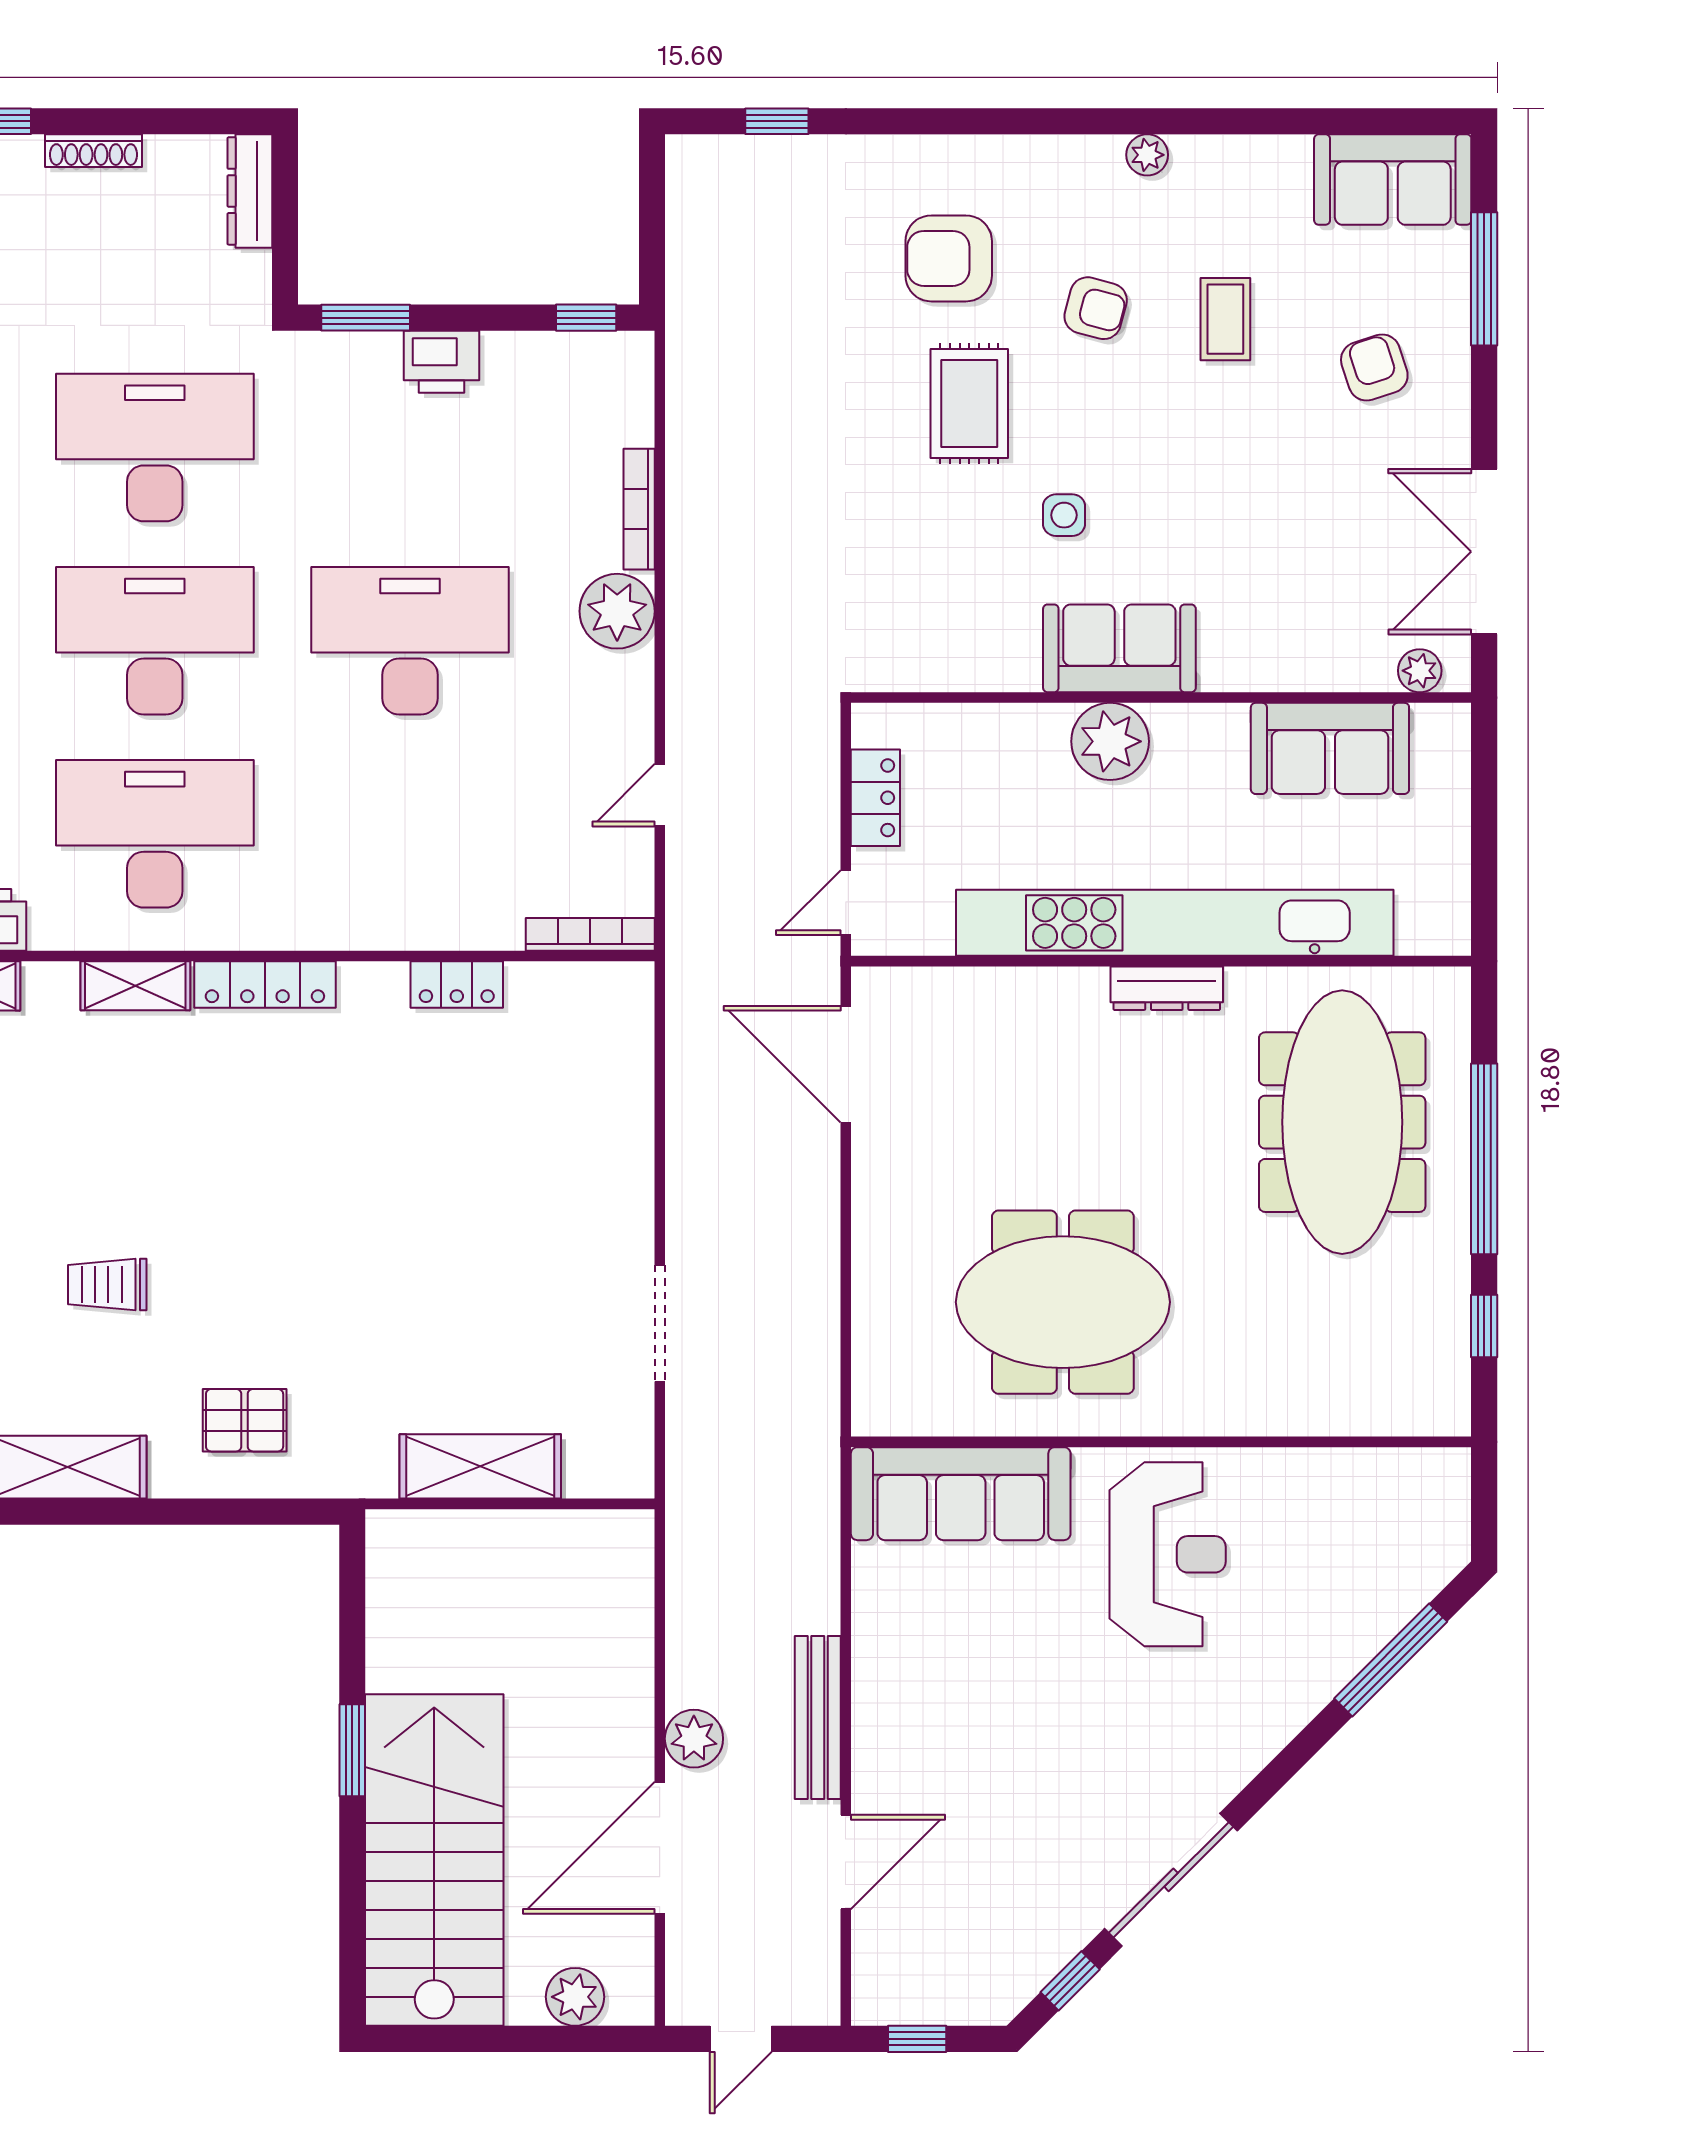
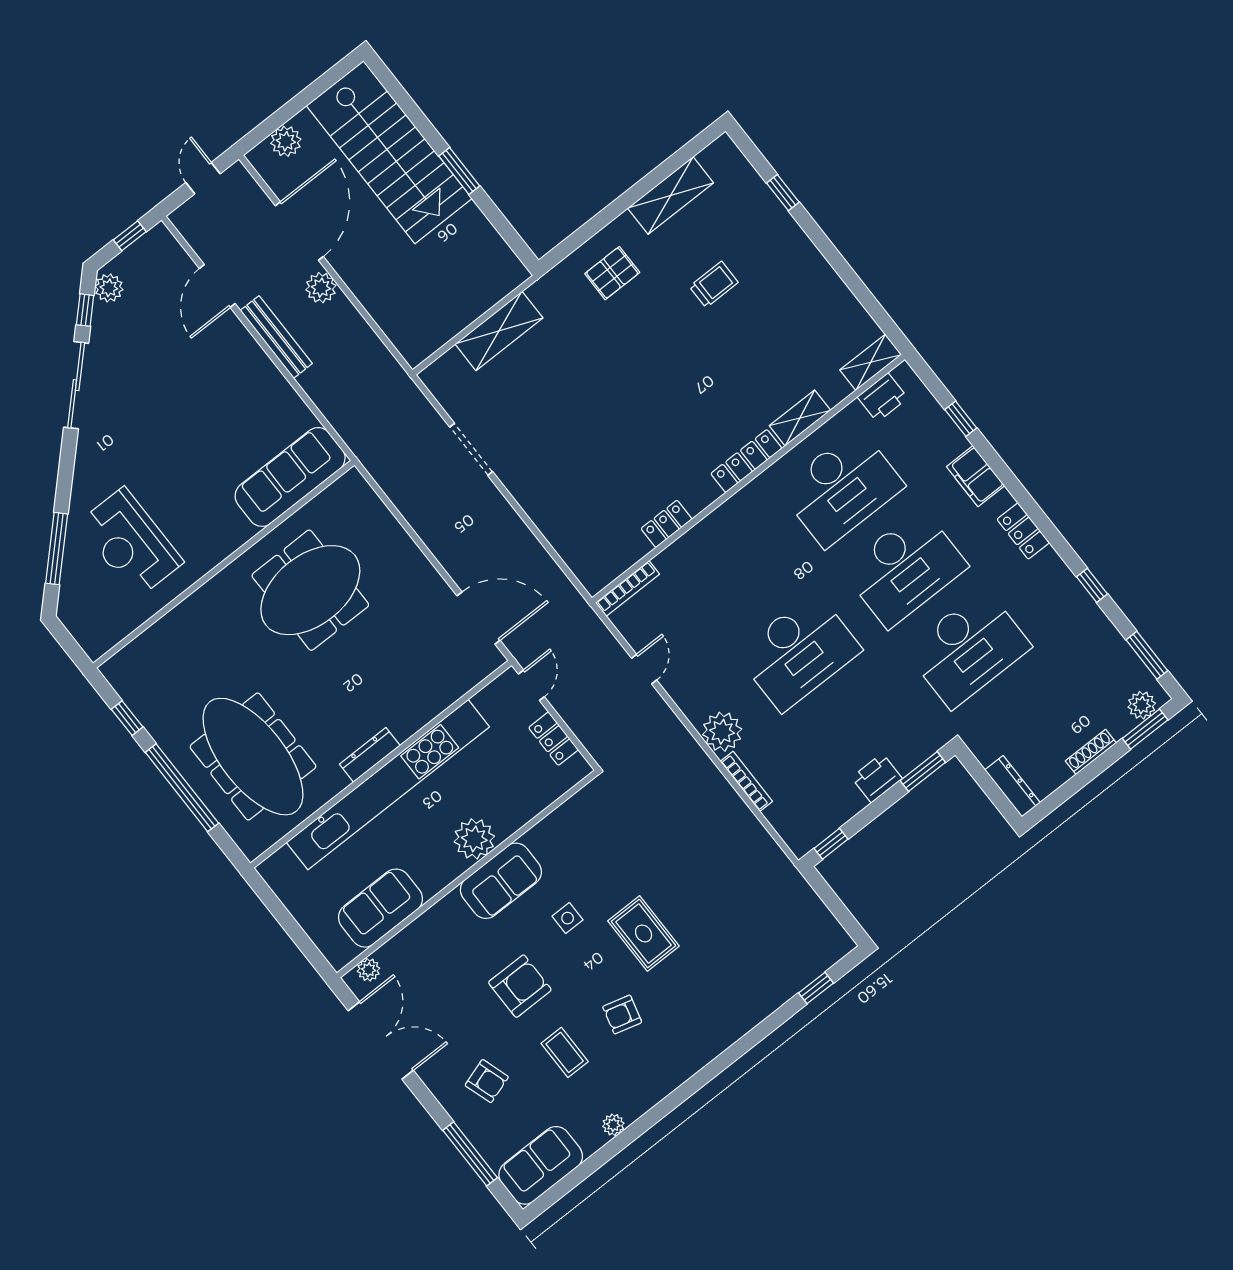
plant: (1147, 155) -> (613, 1125), moved
armchair: (949, 258) -> (520, 986), moved
reception desk: (1168, 1554) -> (130, 543), moved
plant: (1009, 1986) -> (109, 288), added

